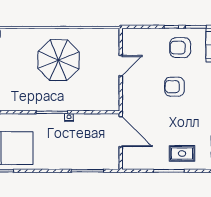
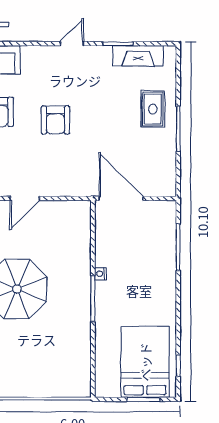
door: (121, 66) -> (25, 198), swing flipped
door: (121, 132) -> (121, 198), hinge flipped

